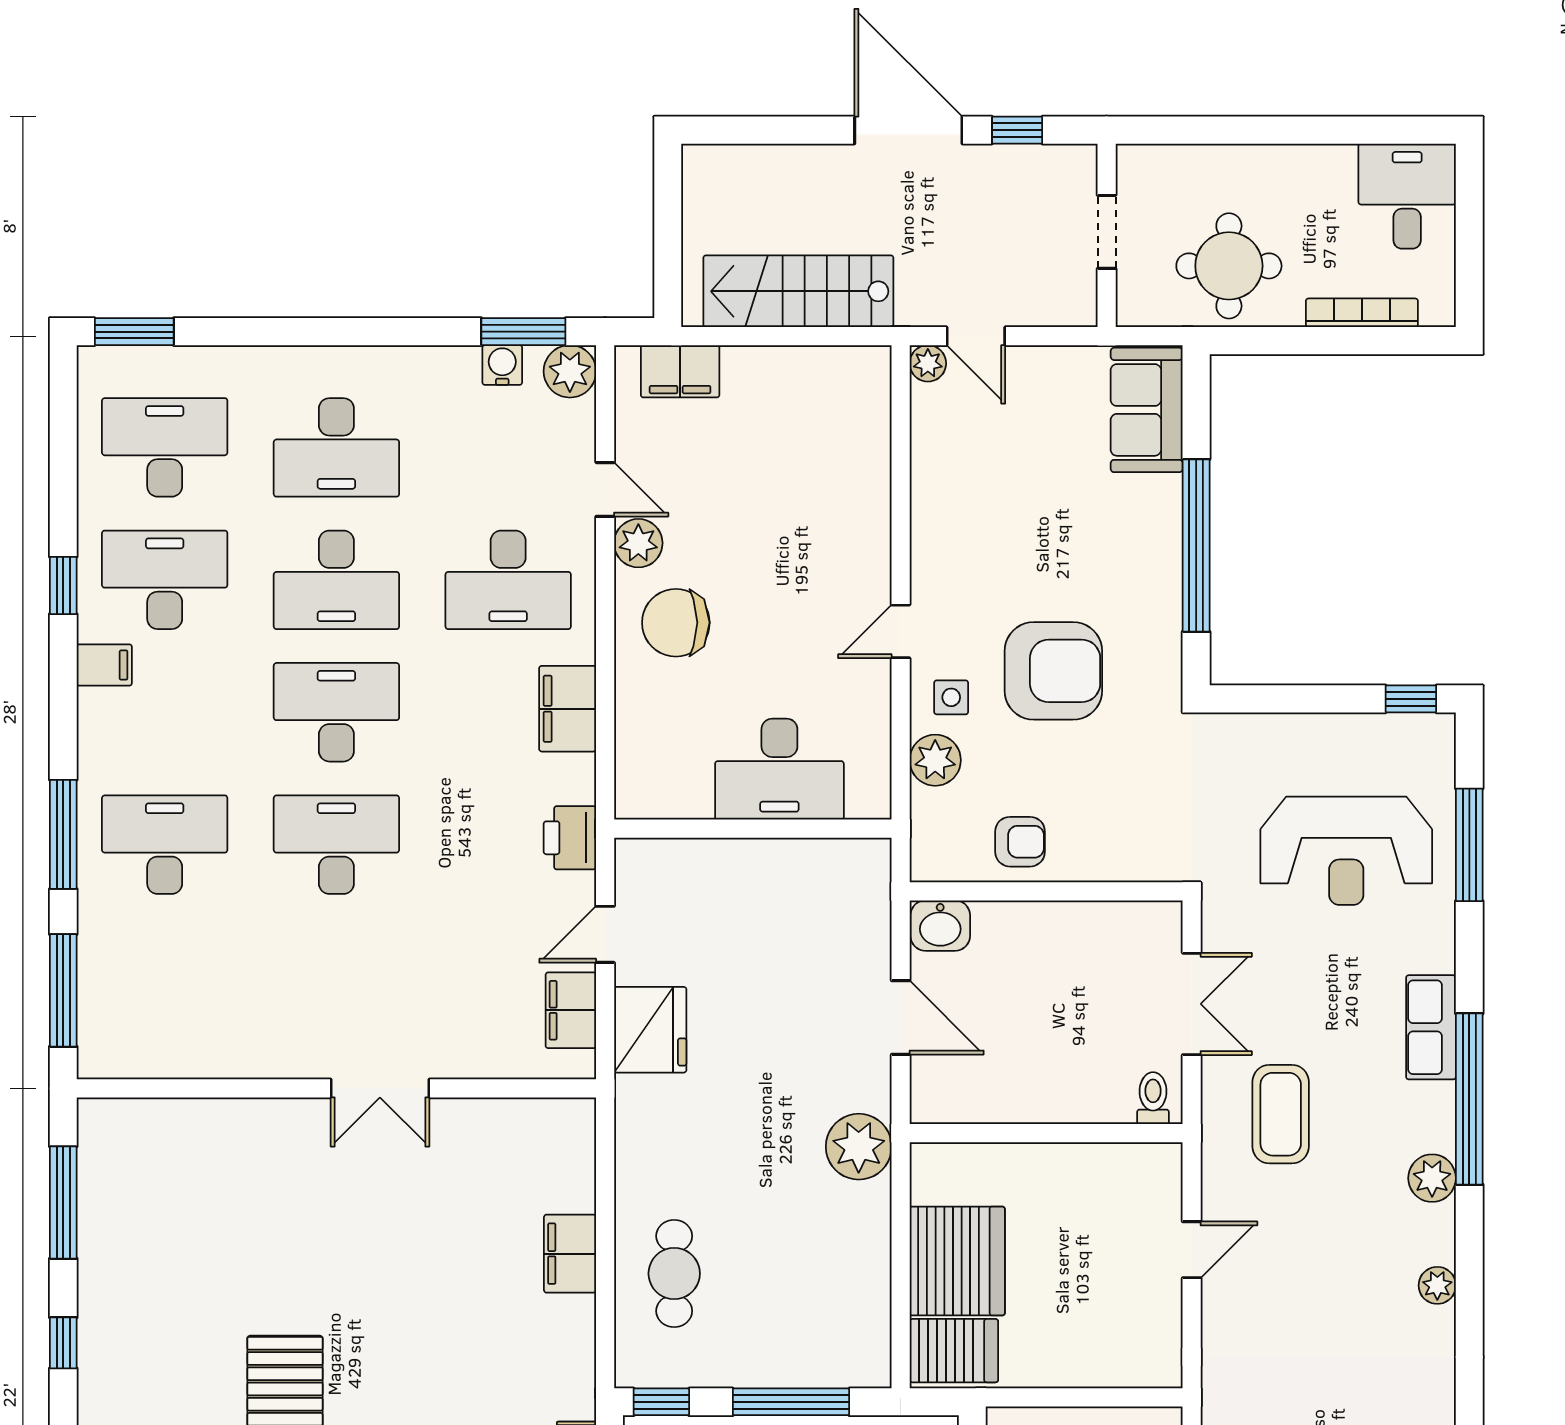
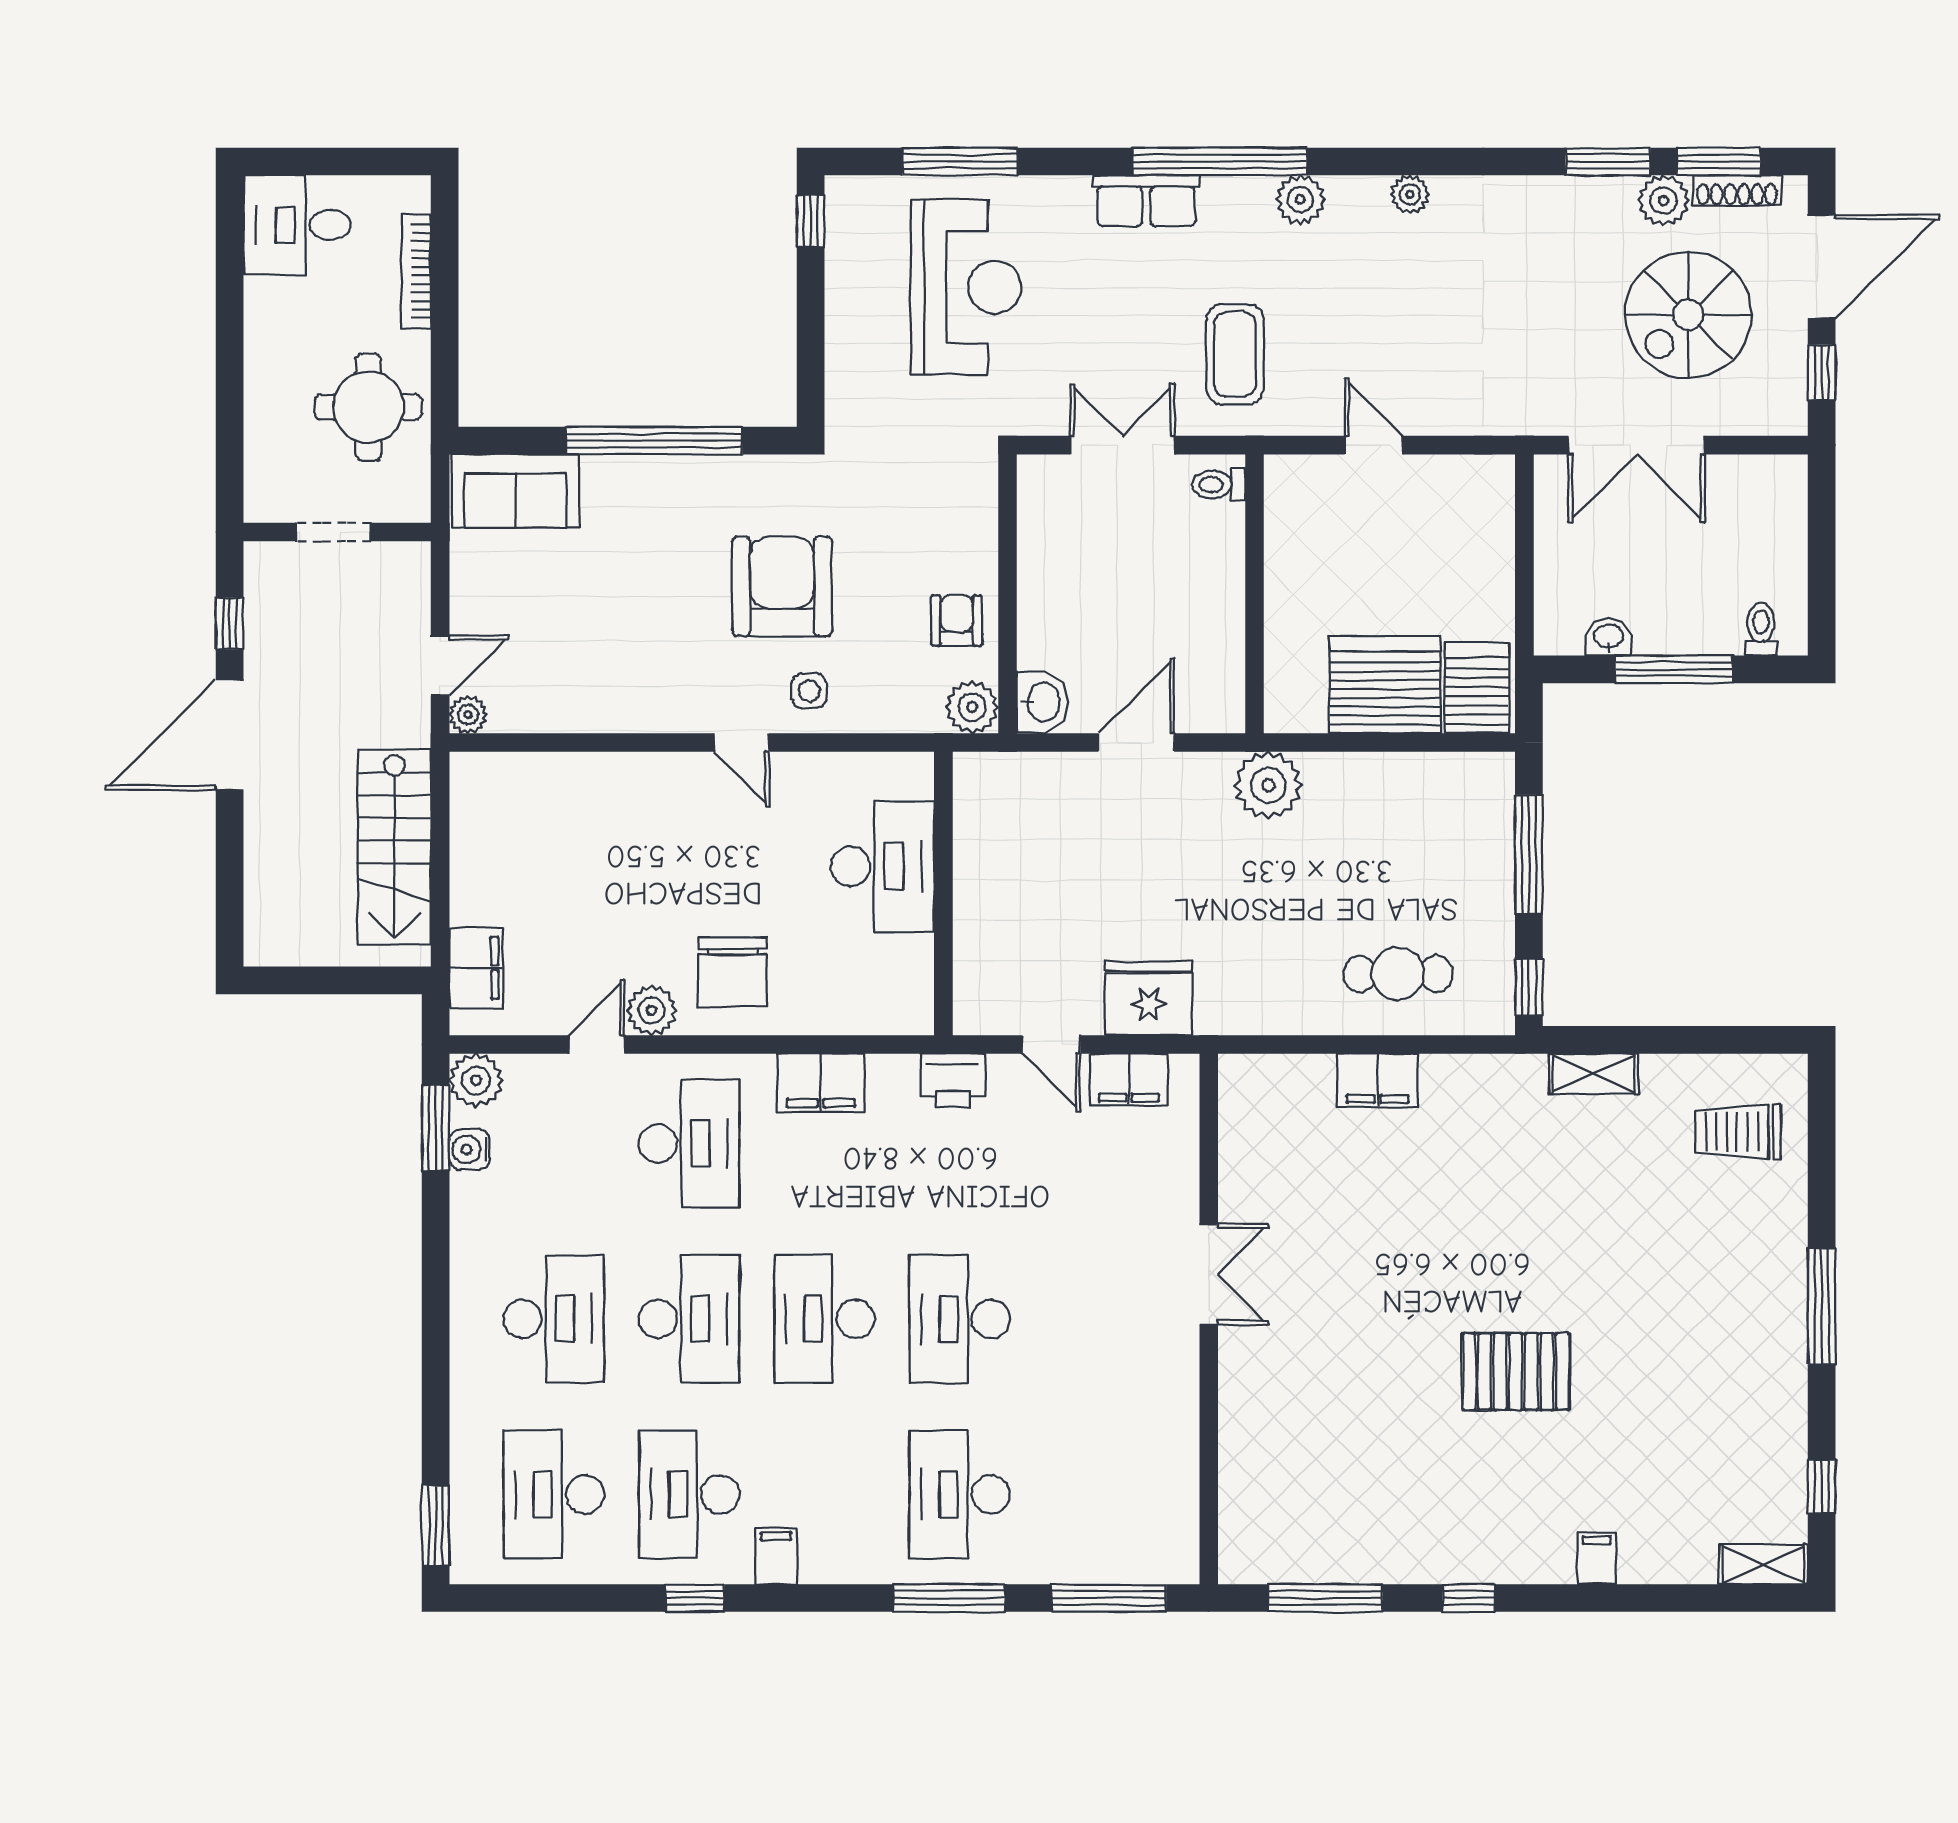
plant: (935, 760) -> (972, 707), moved
coffee table: (1281, 1114) -> (1235, 354), turned 90

